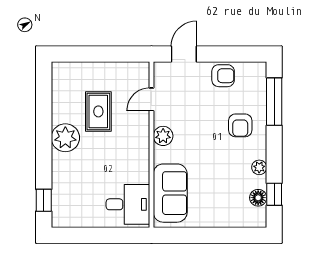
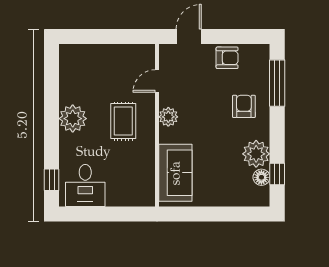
rug: (98, 111) -> (123, 121), moved
armchair: (240, 125) -> (244, 106), turned 180
plant: (259, 167) -> (256, 154), width x1.87, depth x1.87
desk: (128, 204) -> (85, 185), moved, turned 90

